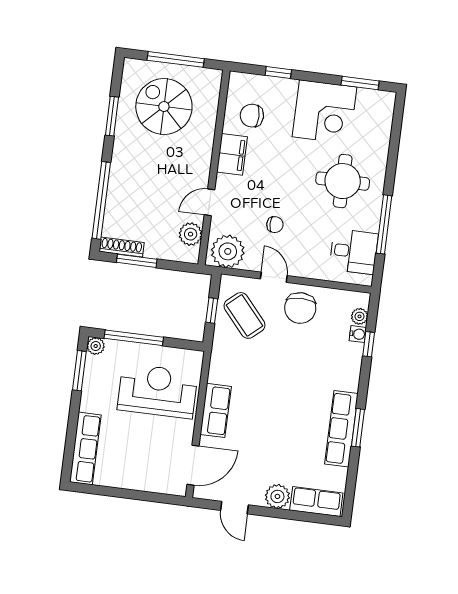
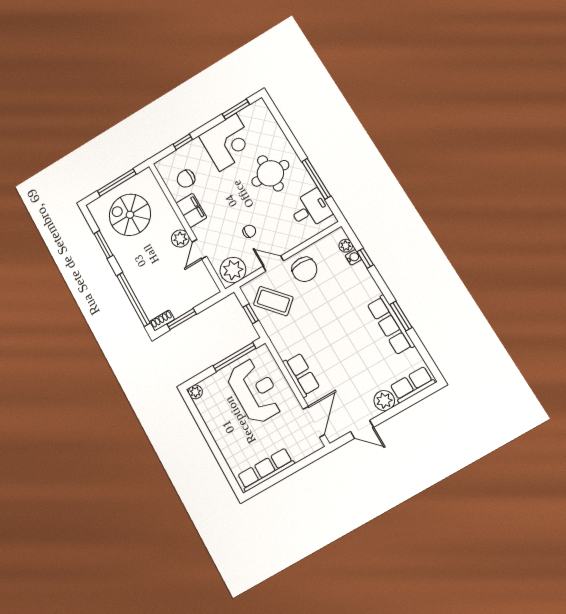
plant: (191, 234) -> (180, 239), moved
shoe rack: (122, 247) -> (162, 321), width x0.70
window: (134, 338) -> (234, 357), moved
window: (79, 371) -> (197, 416), removed
reception desk: (158, 391) -> (255, 391), turned 90
row of seats: (85, 448) -> (266, 470), moved, turned -90

